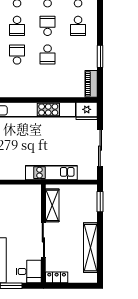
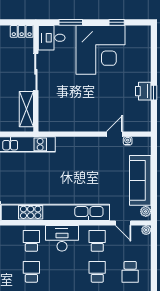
school desk: (17, 55) -> (31, 241), moved, turned 180
desk: (19, 86) -> (62, 238), added

